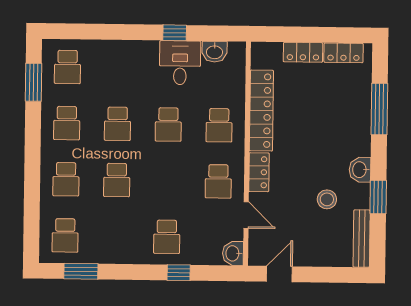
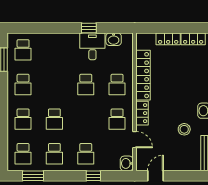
school desk: (117, 124) -> (54, 154), moved

